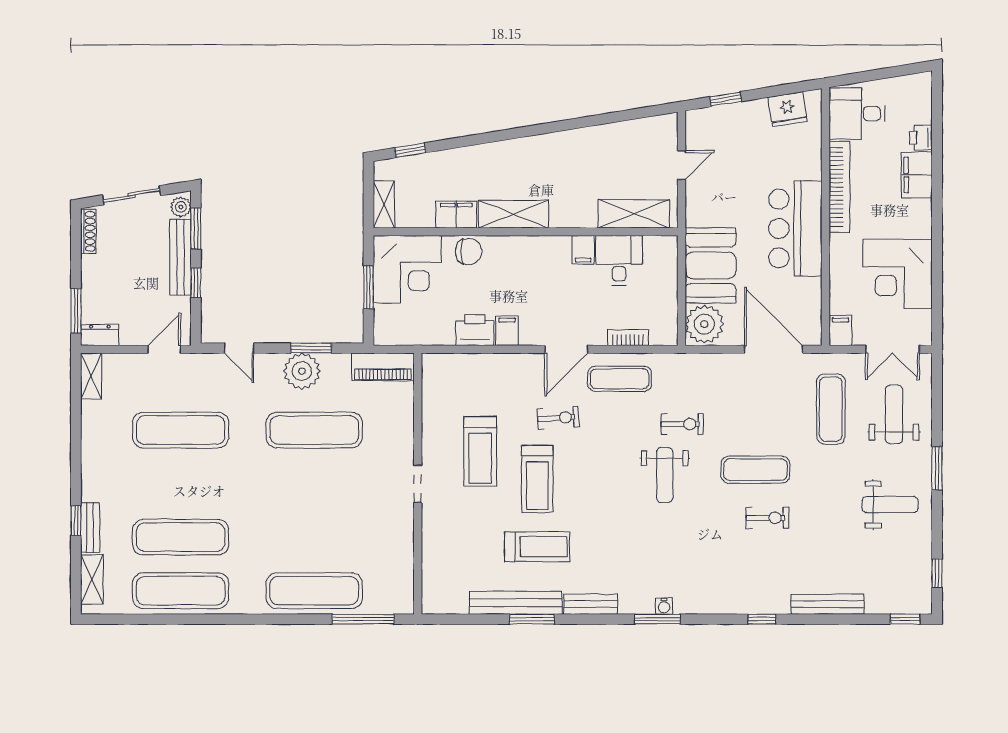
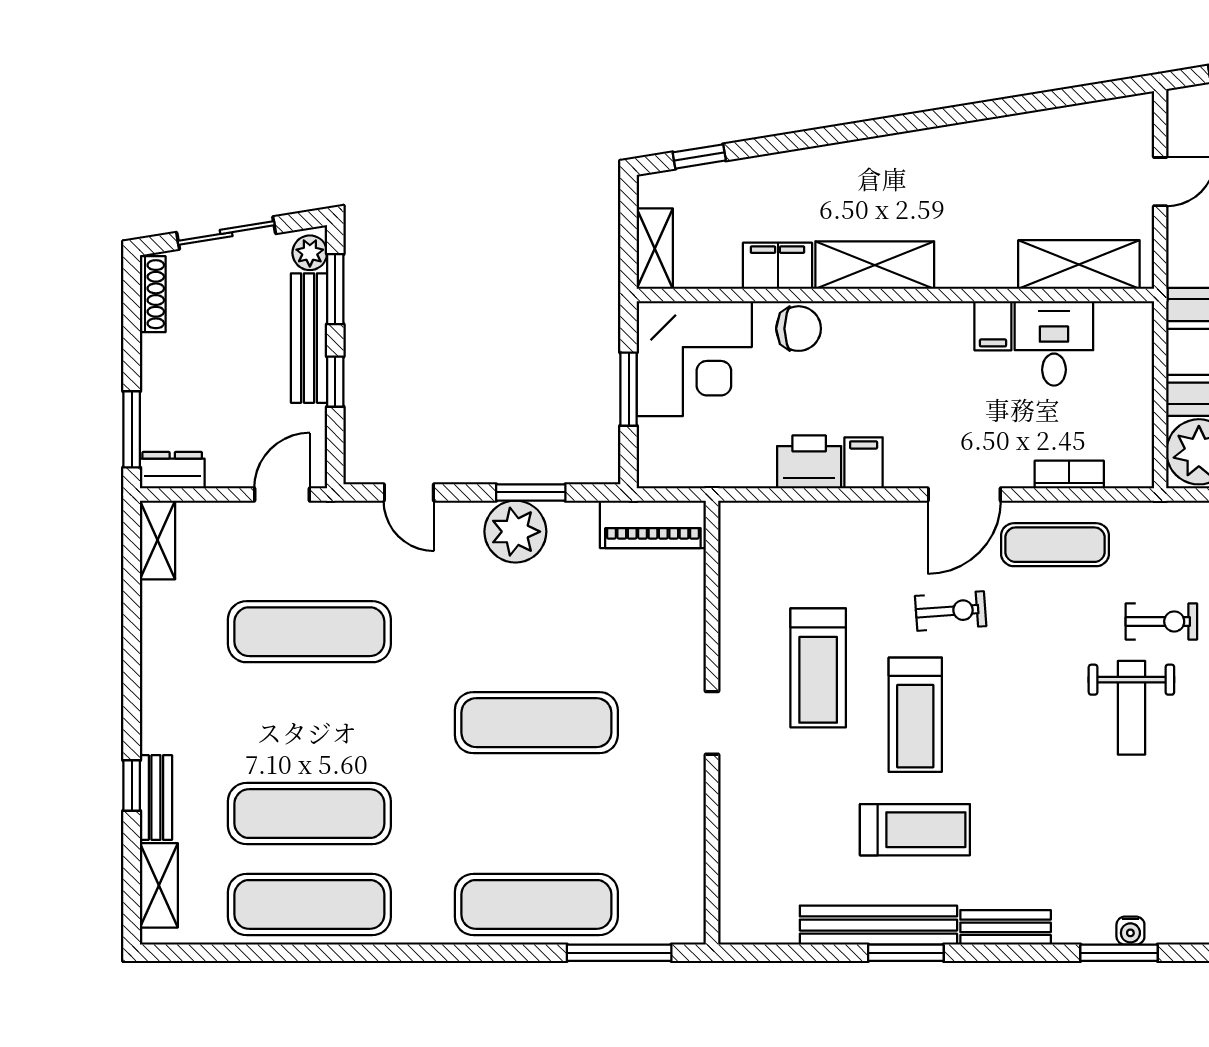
exercise mat: (314, 430) -> (536, 723), moved

